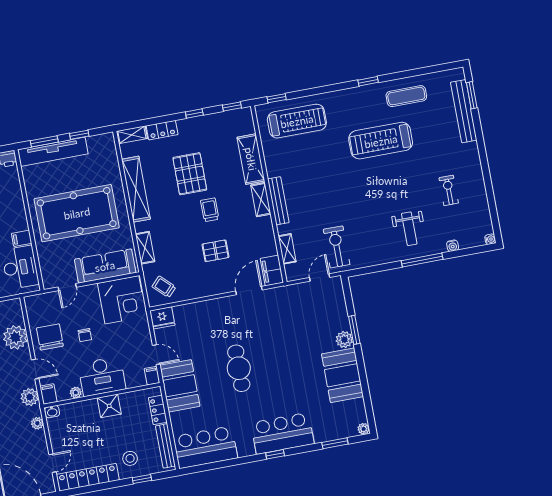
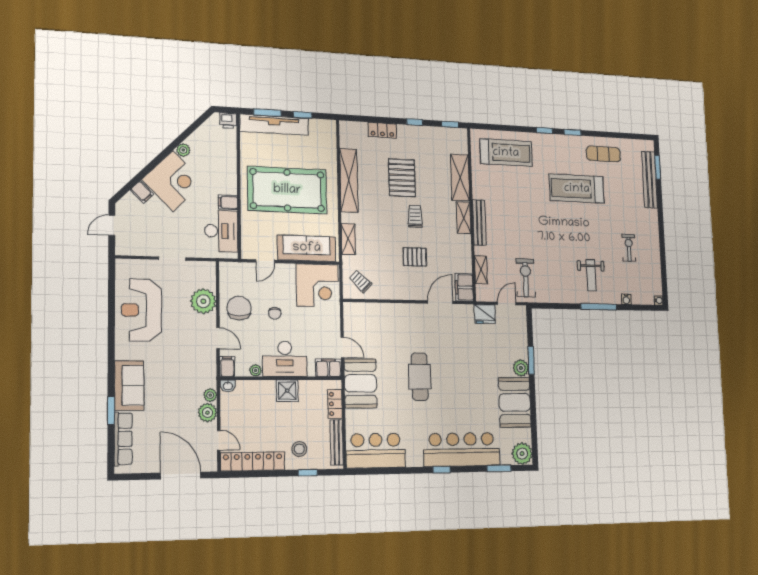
window: (277, 98) -> (544, 131), moved
shelving: (132, 135) -> (353, 127), removed
fridge: (162, 318) -> (485, 314), moved
filing cabinet: (152, 376) -> (329, 368), width x2.00
plant: (30, 397) -> (207, 413), moved
plant: (364, 429) -> (522, 454), width x1.88, depth x1.88
bar counter: (282, 433) -> (462, 449), width x1.36
door: (53, 463) -> (219, 440), hinge flipped

